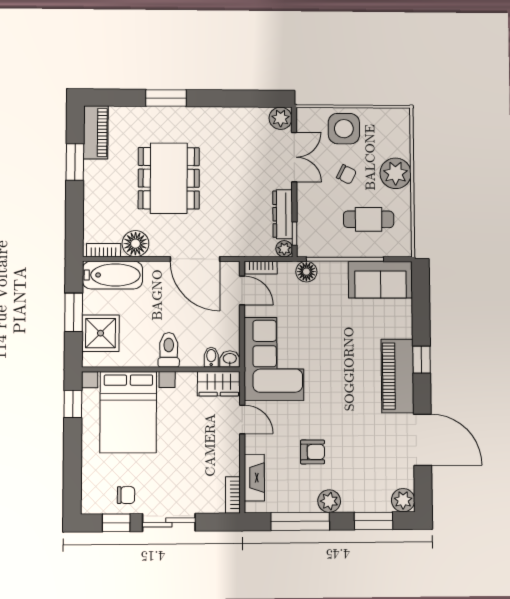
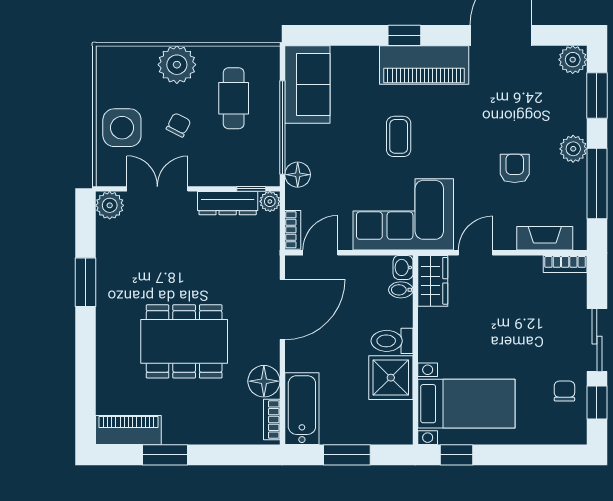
window: (166, 98) -> (86, 282), moved
shower: (100, 333) -> (391, 378), moved
coffee table: (338, 355) -> (399, 136), added
bed with nightstands: (128, 412) -> (466, 404), width x0.73

